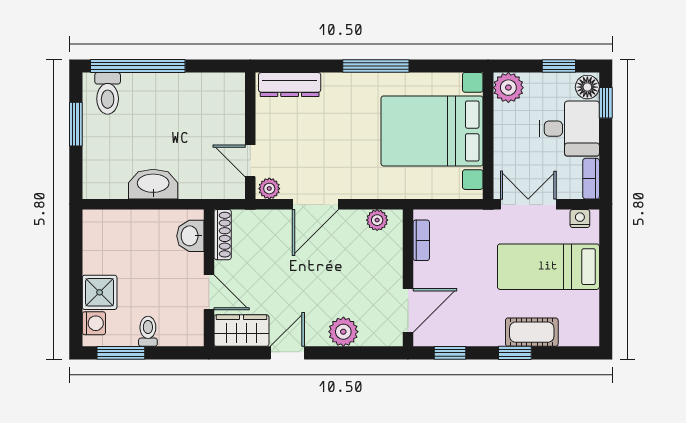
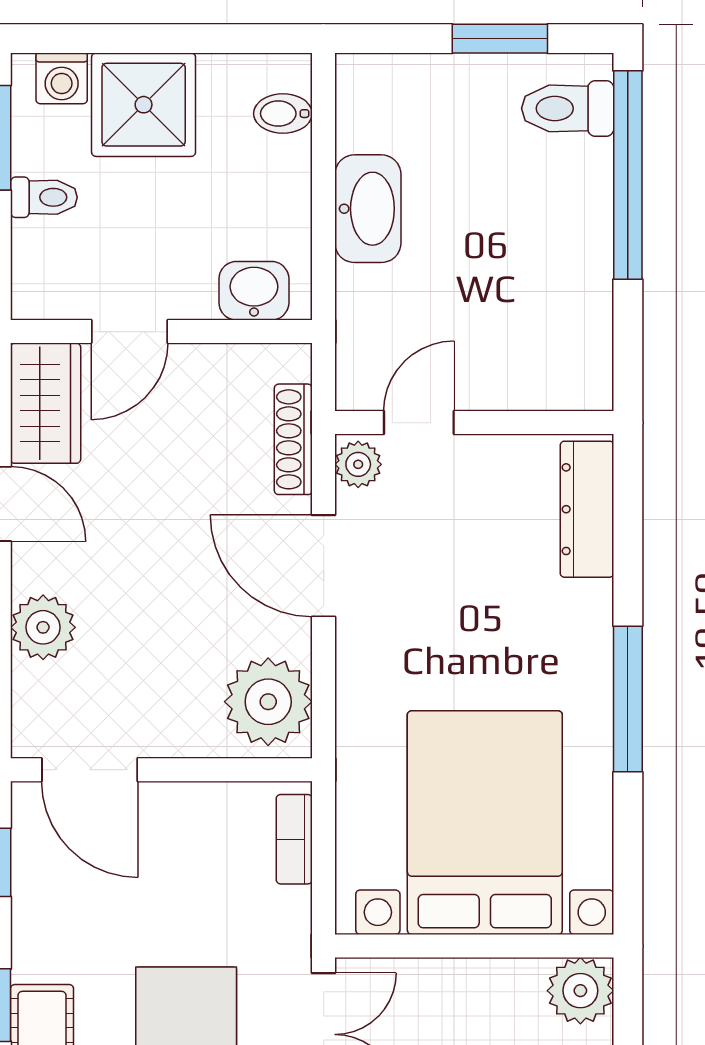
plant: (377, 220) -> (268, 702), width x1.87, depth x1.87
bidet: (110, 223) -> (283, 114), added
shoe rack: (223, 235) -> (293, 439), moved, turned 90
bookcase: (421, 240) -> (294, 839), moved, turned 90
shower: (100, 292) -> (144, 105), width x1.36, depth x1.36

